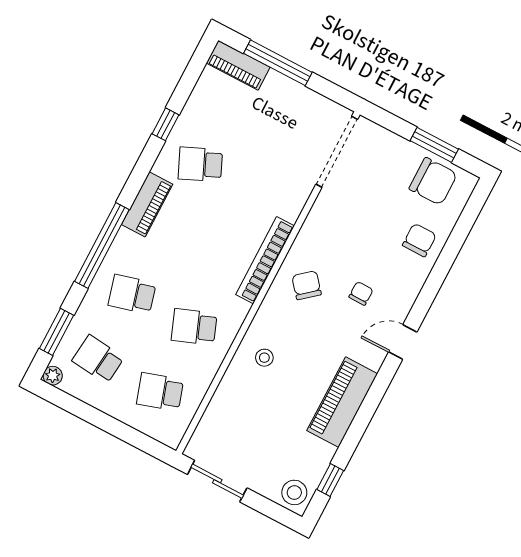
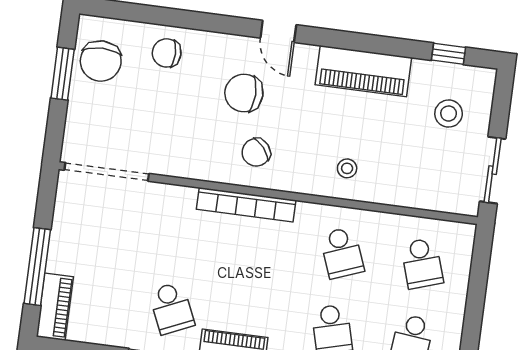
chair: (433, 181) -> (101, 61), turned 180
chair: (361, 293) -> (244, 93), width x1.87, depth x1.87
stool: (294, 492) -> (449, 114), moved

